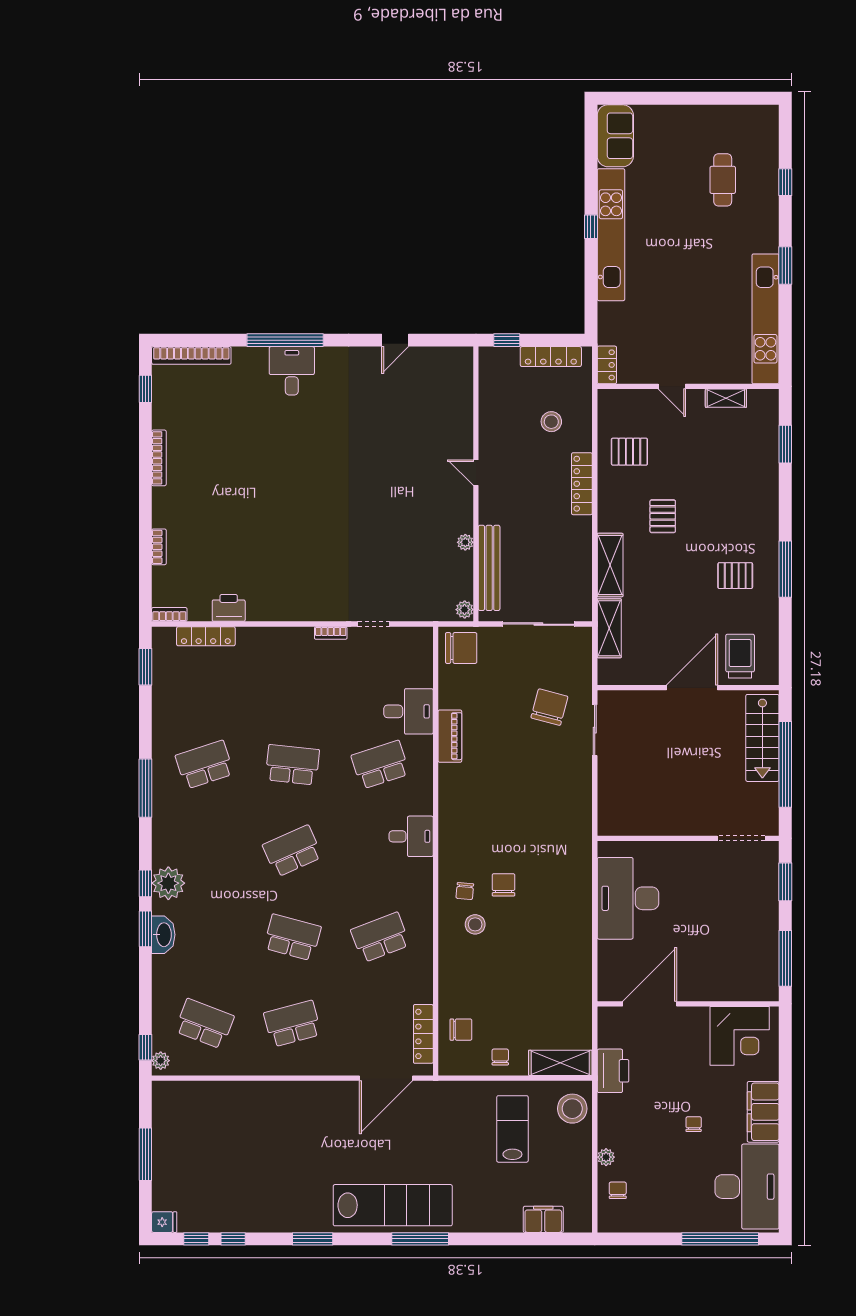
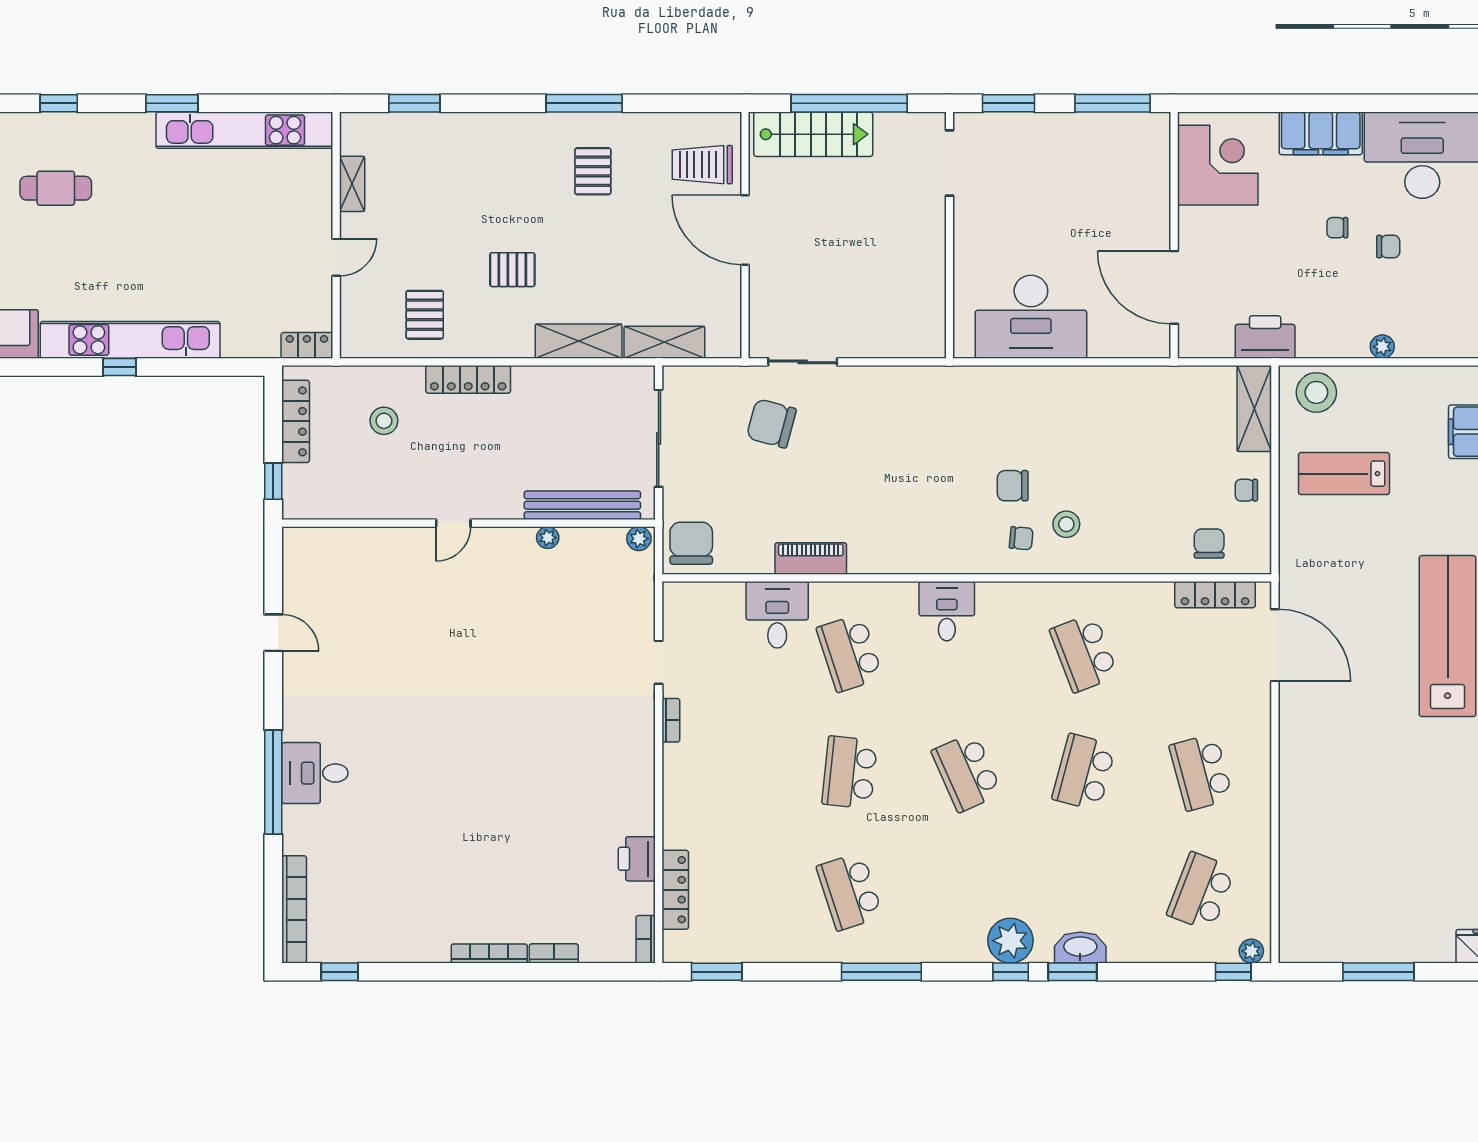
bookcase: (159, 458) -> (489, 953), moved
chair: (618, 1190) -> (1388, 247), moved, turned 180

